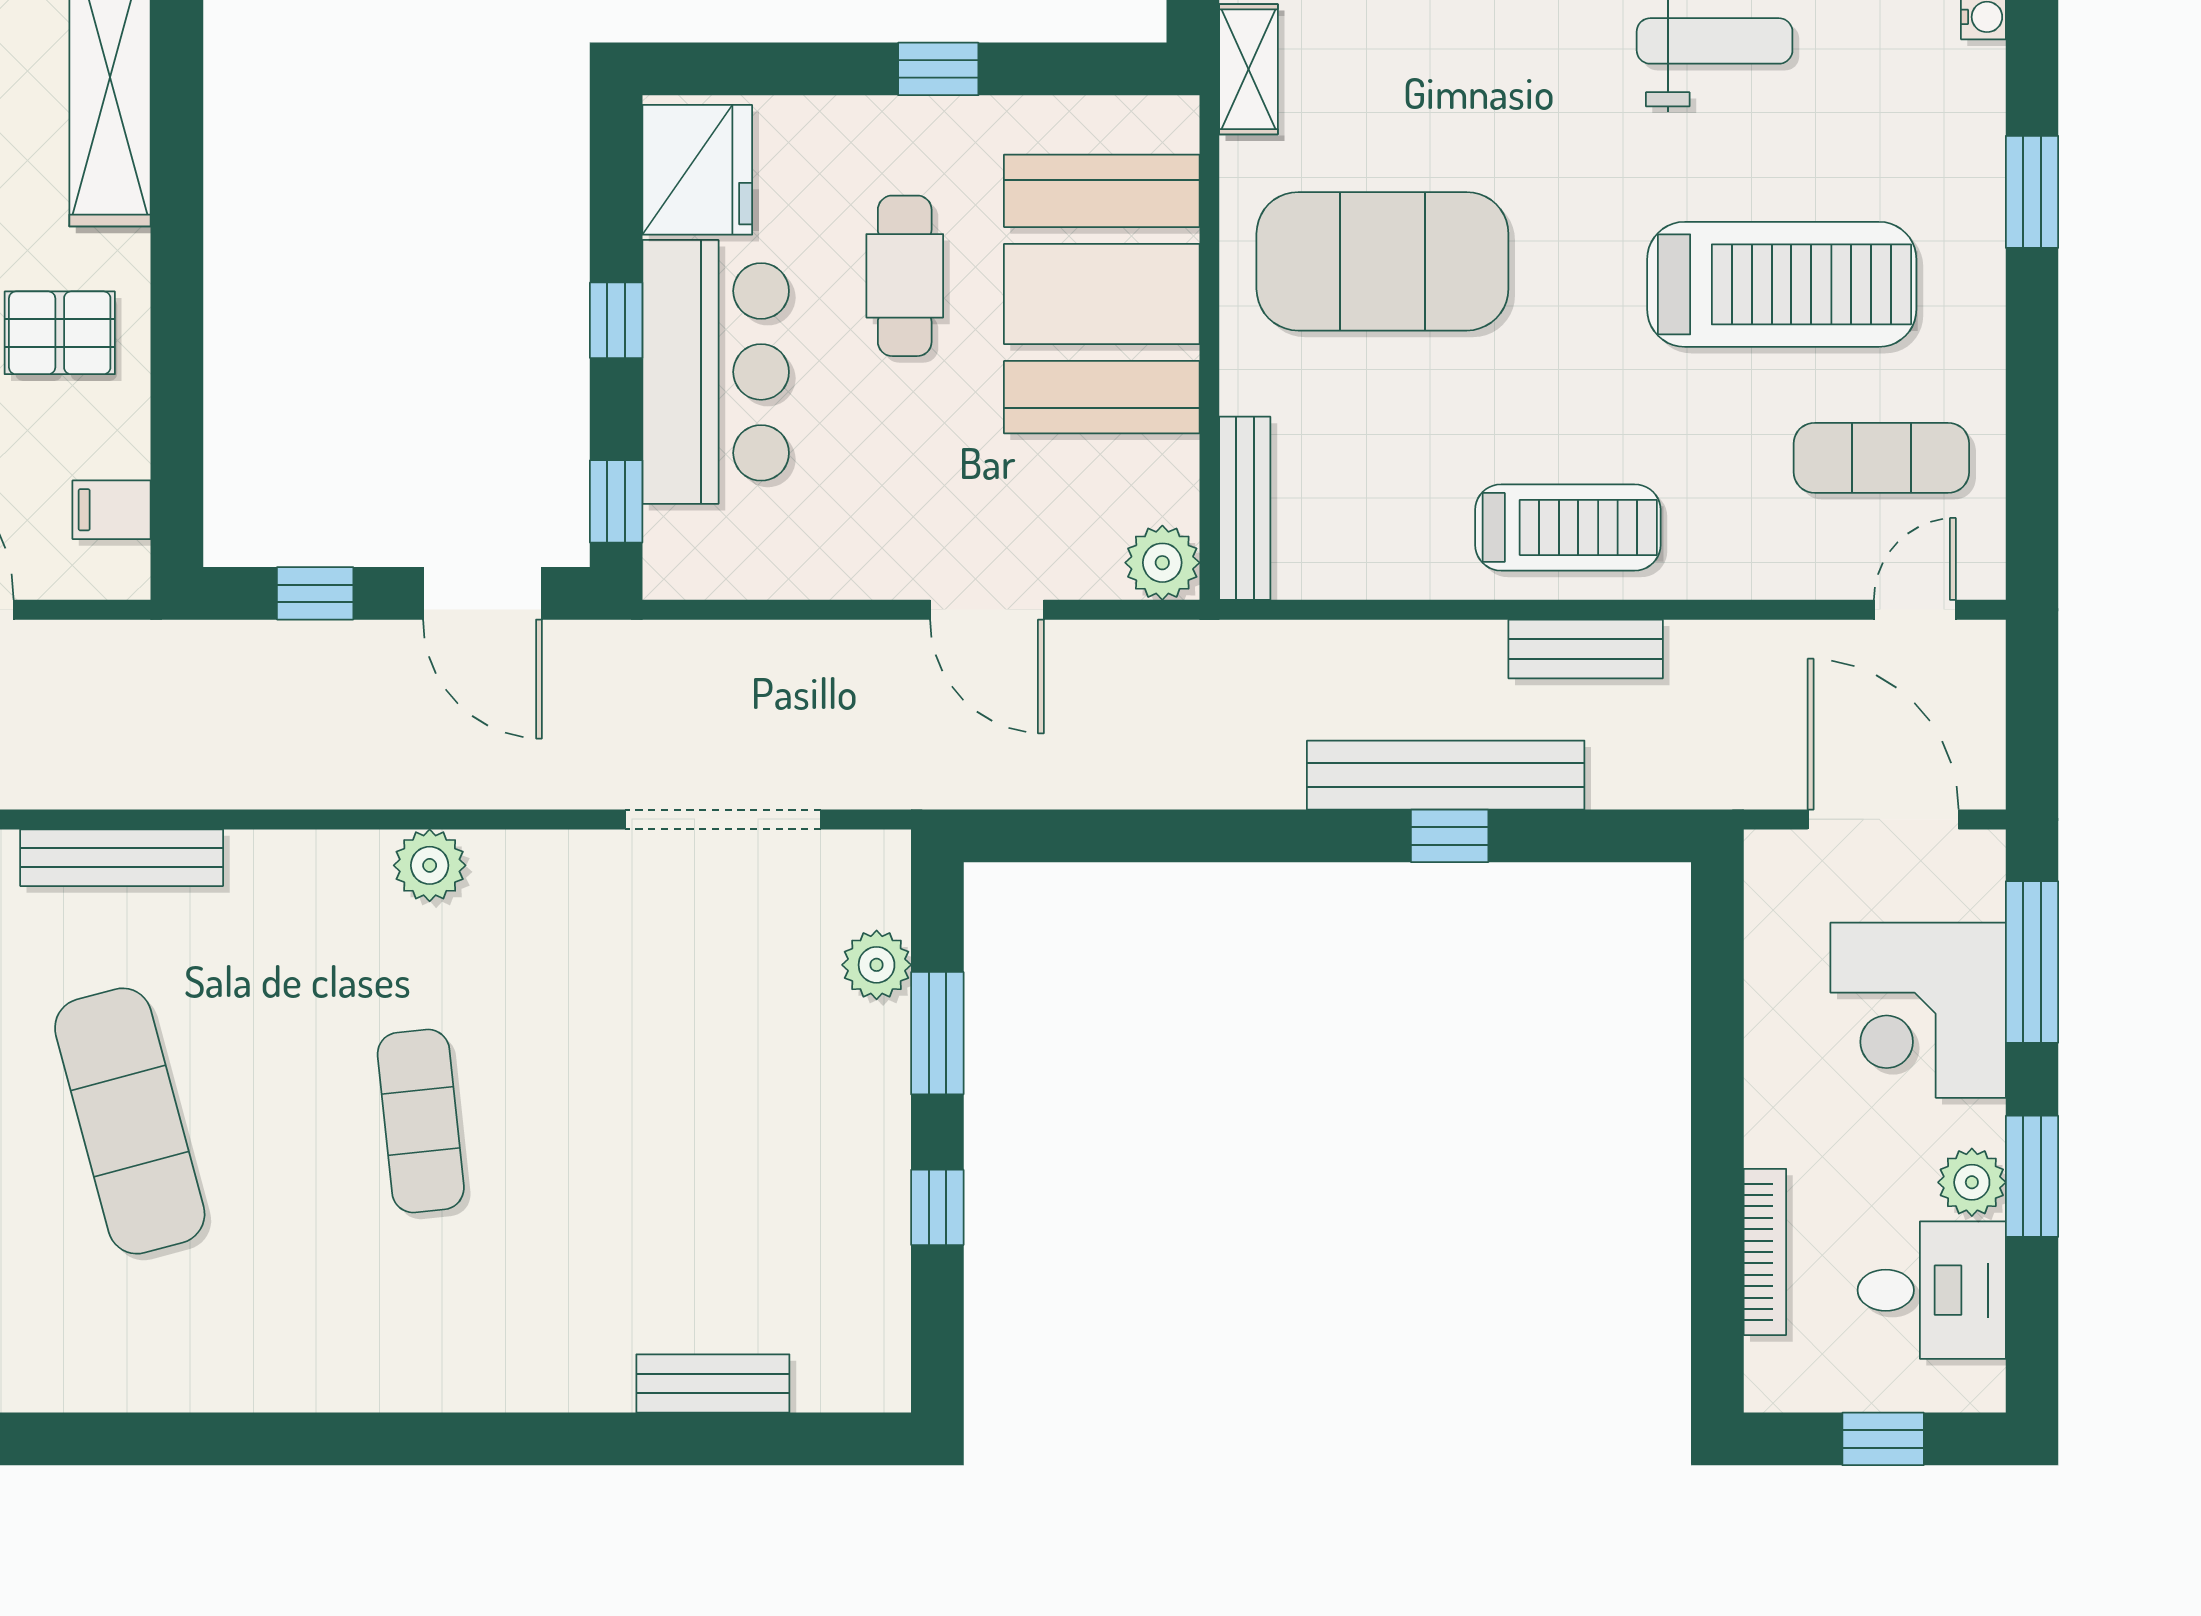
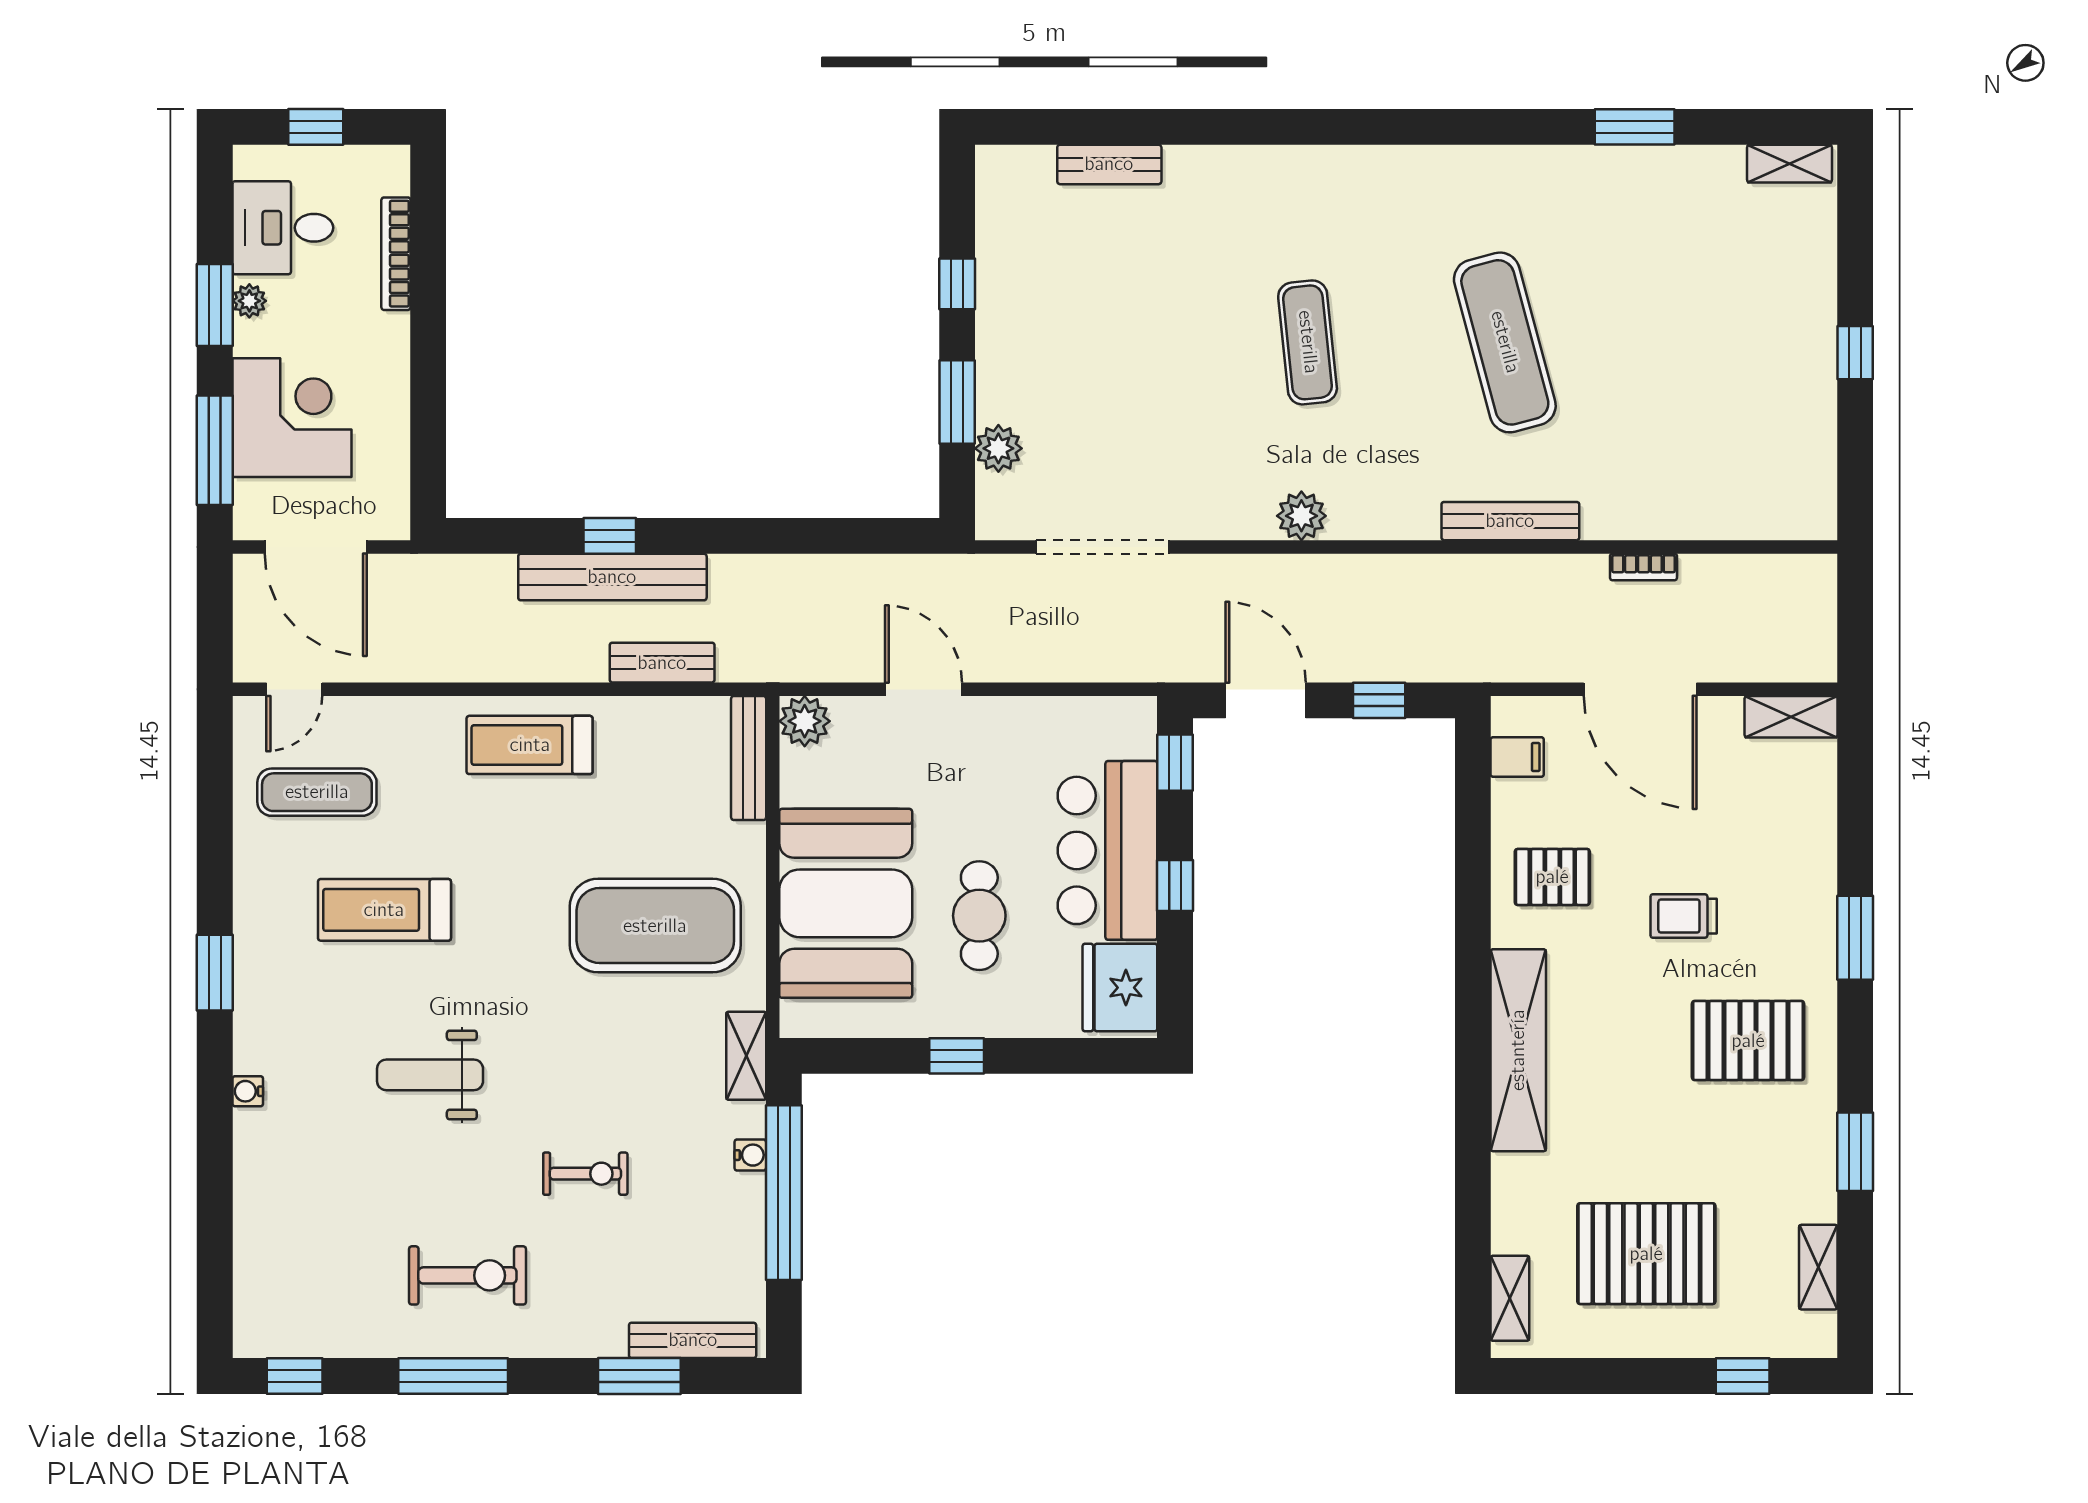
treadmill: (1782, 284) -> (384, 910), width x0.73, depth x0.73
bench: (1586, 649) -> (662, 663), moved
plant: (1972, 1182) -> (249, 301), width x0.73, depth x0.73

